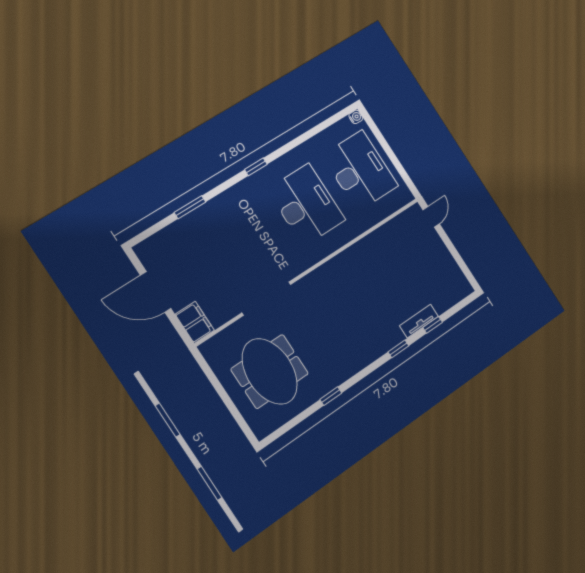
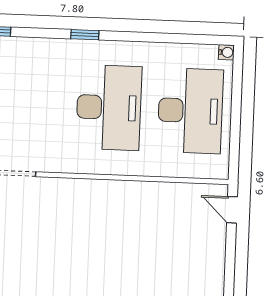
door: (431, 217) -> (232, 210), swing flipped

